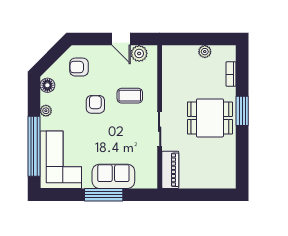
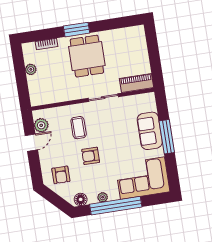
window: (34, 146) -> (116, 206), moved

